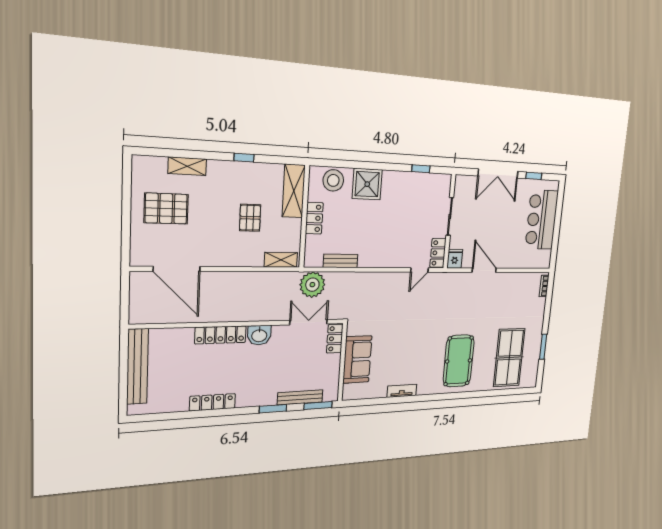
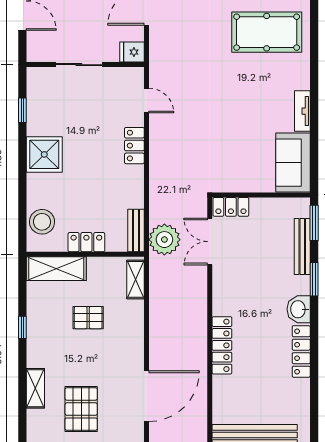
shower: (367, 184) -> (44, 154), moved
locker: (438, 253) -> (134, 146), moved, turned 90
bench: (341, 261) -> (136, 231), moved
washbasin: (259, 335) -> (299, 309), moved, turned 180
sofa: (357, 359) -> (293, 163), moved, turned -90

